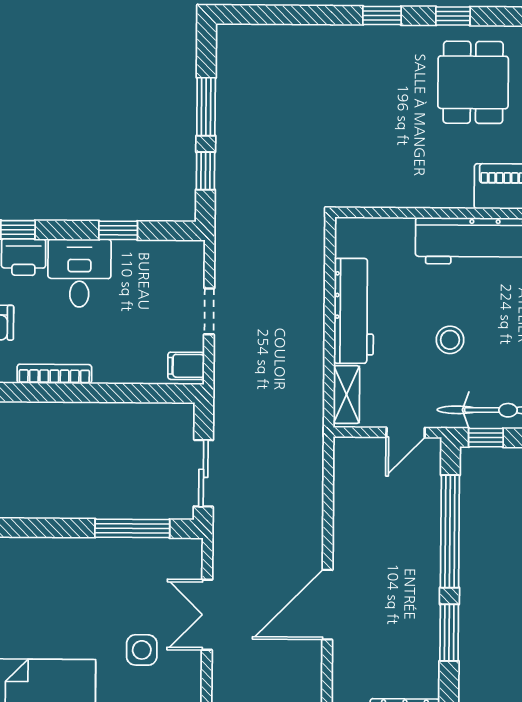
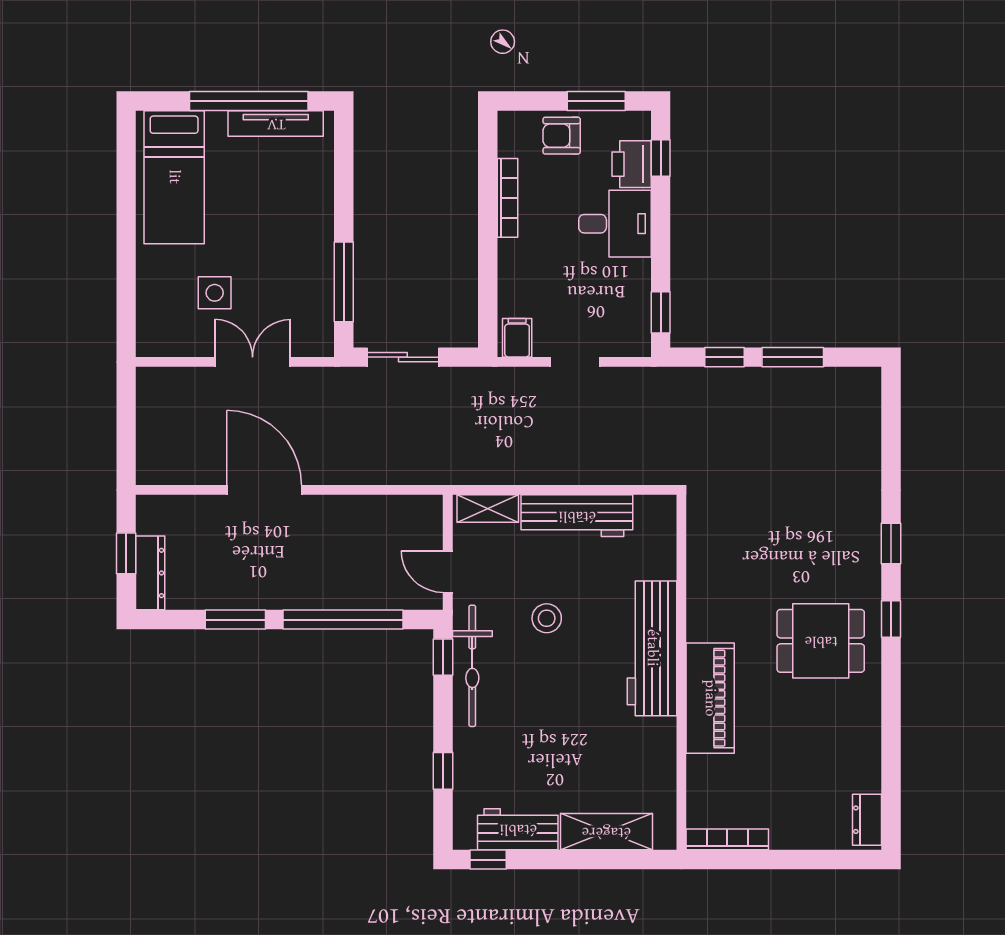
window: (118, 230) -> (661, 312), moved

